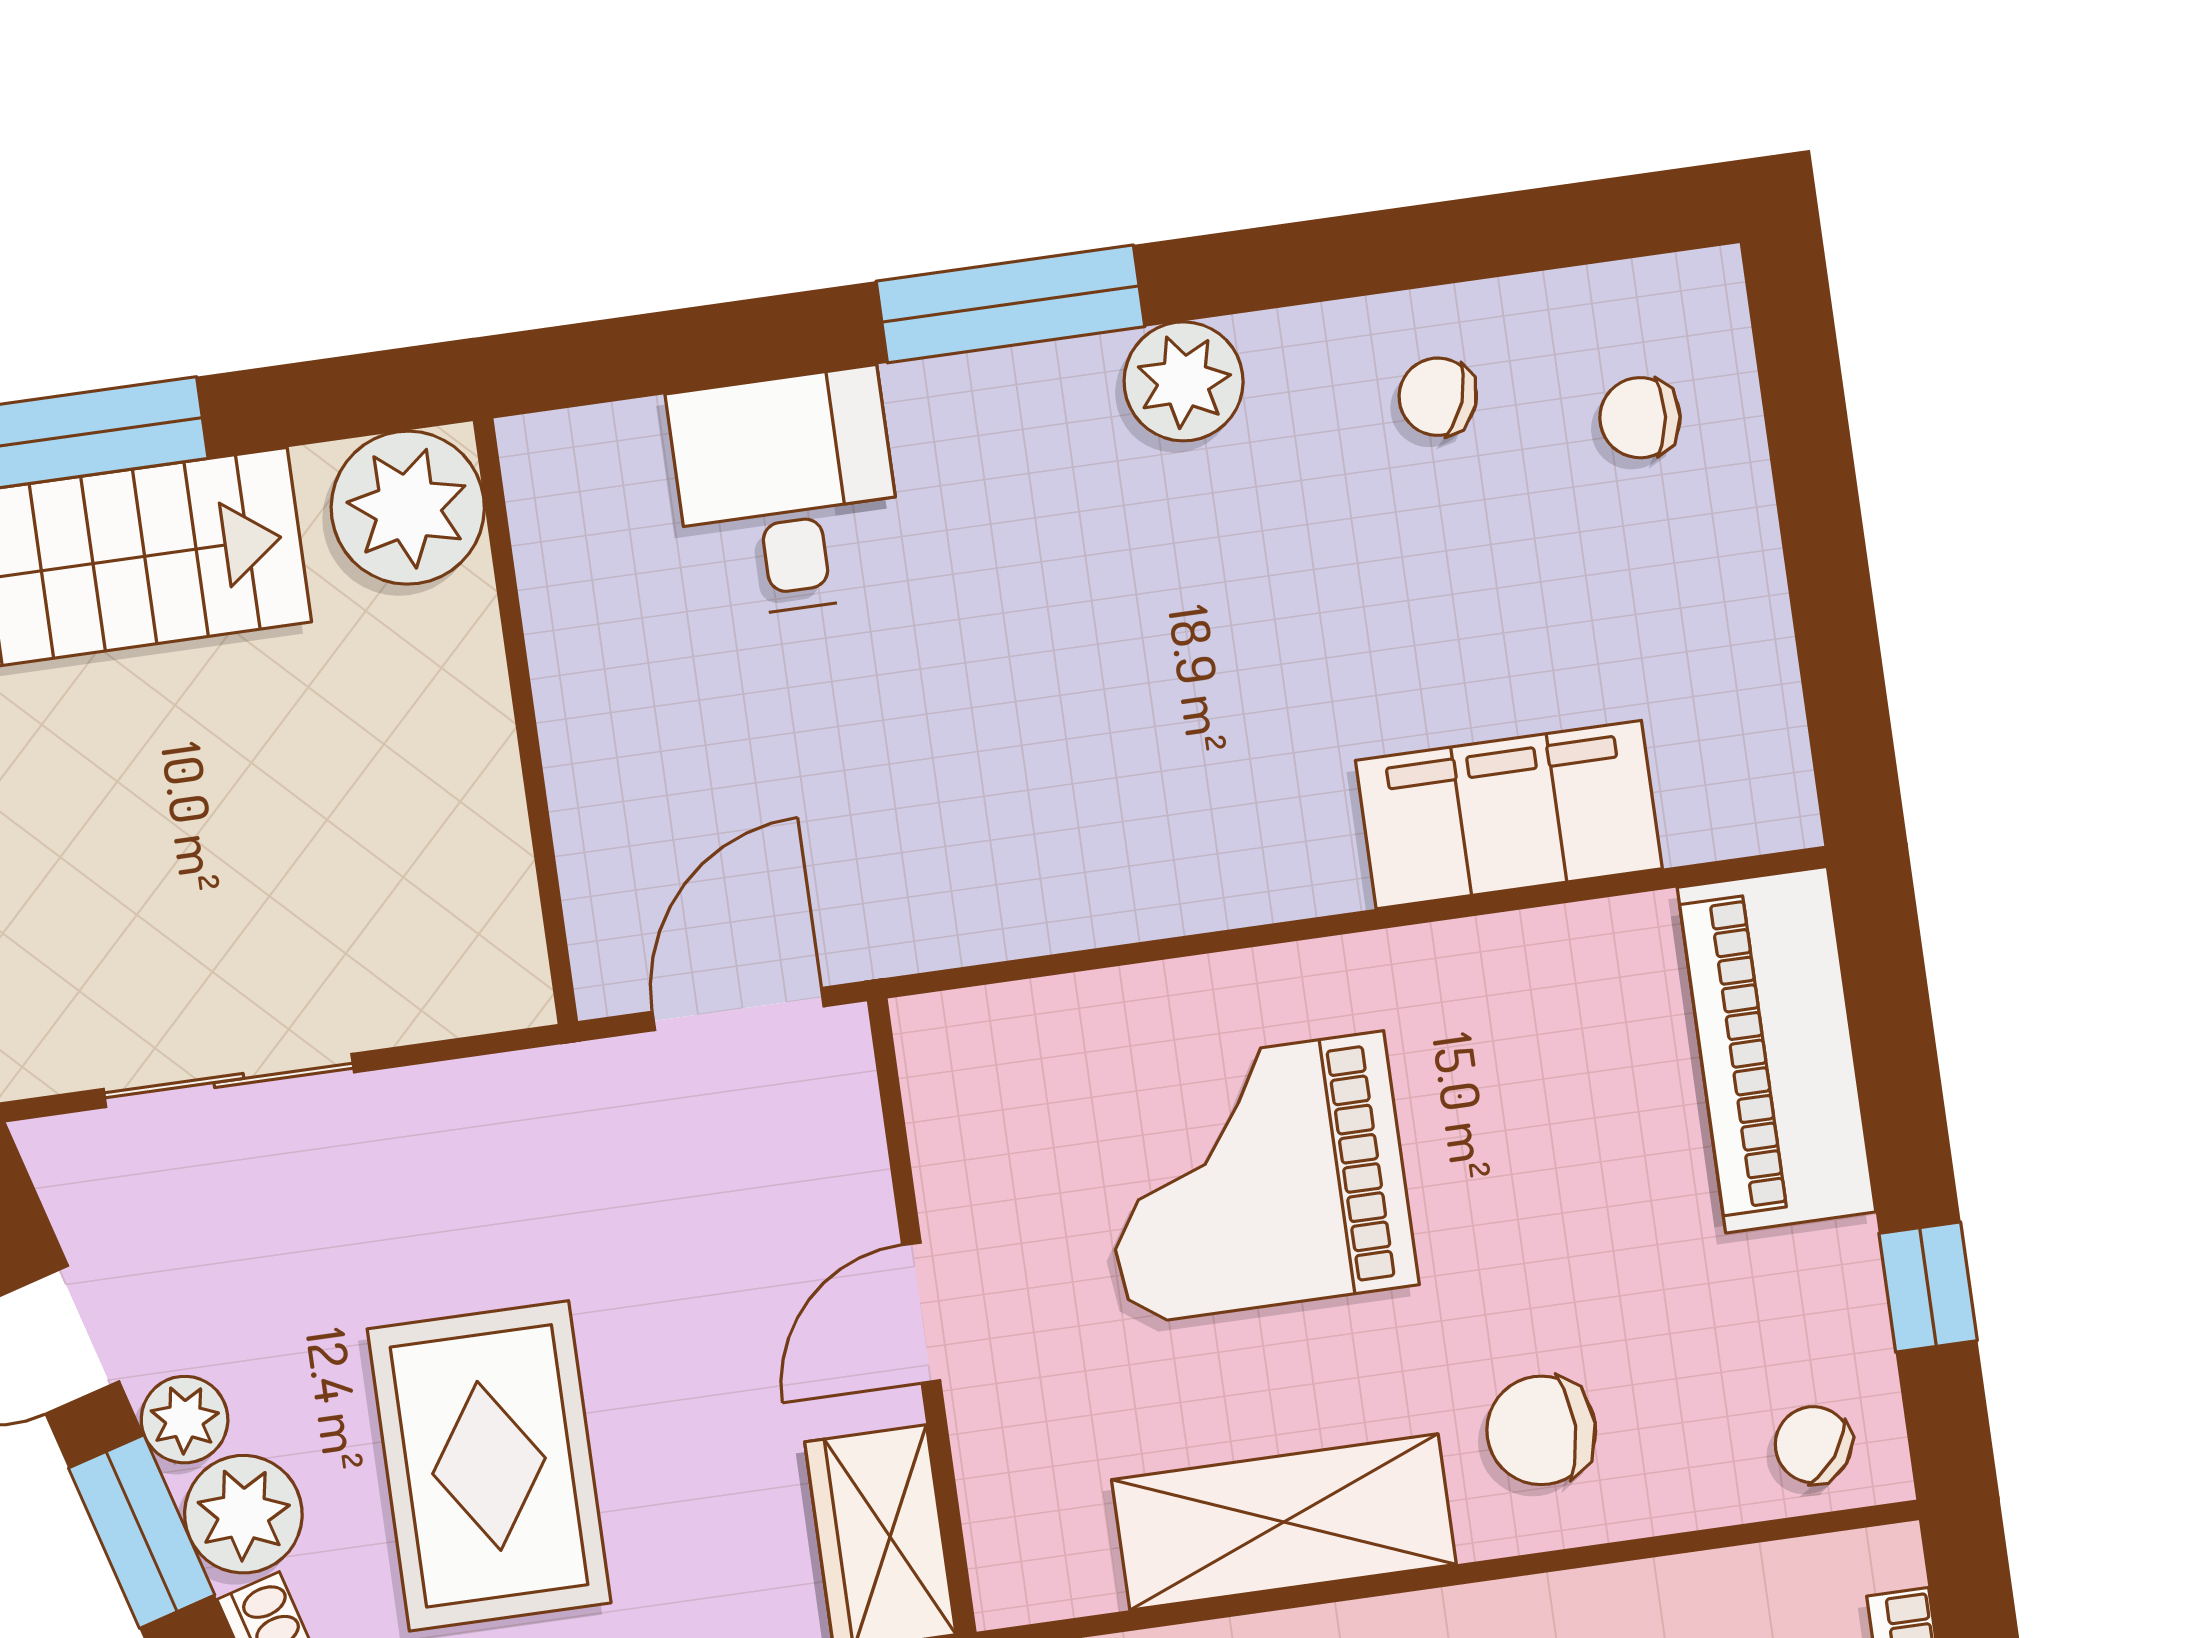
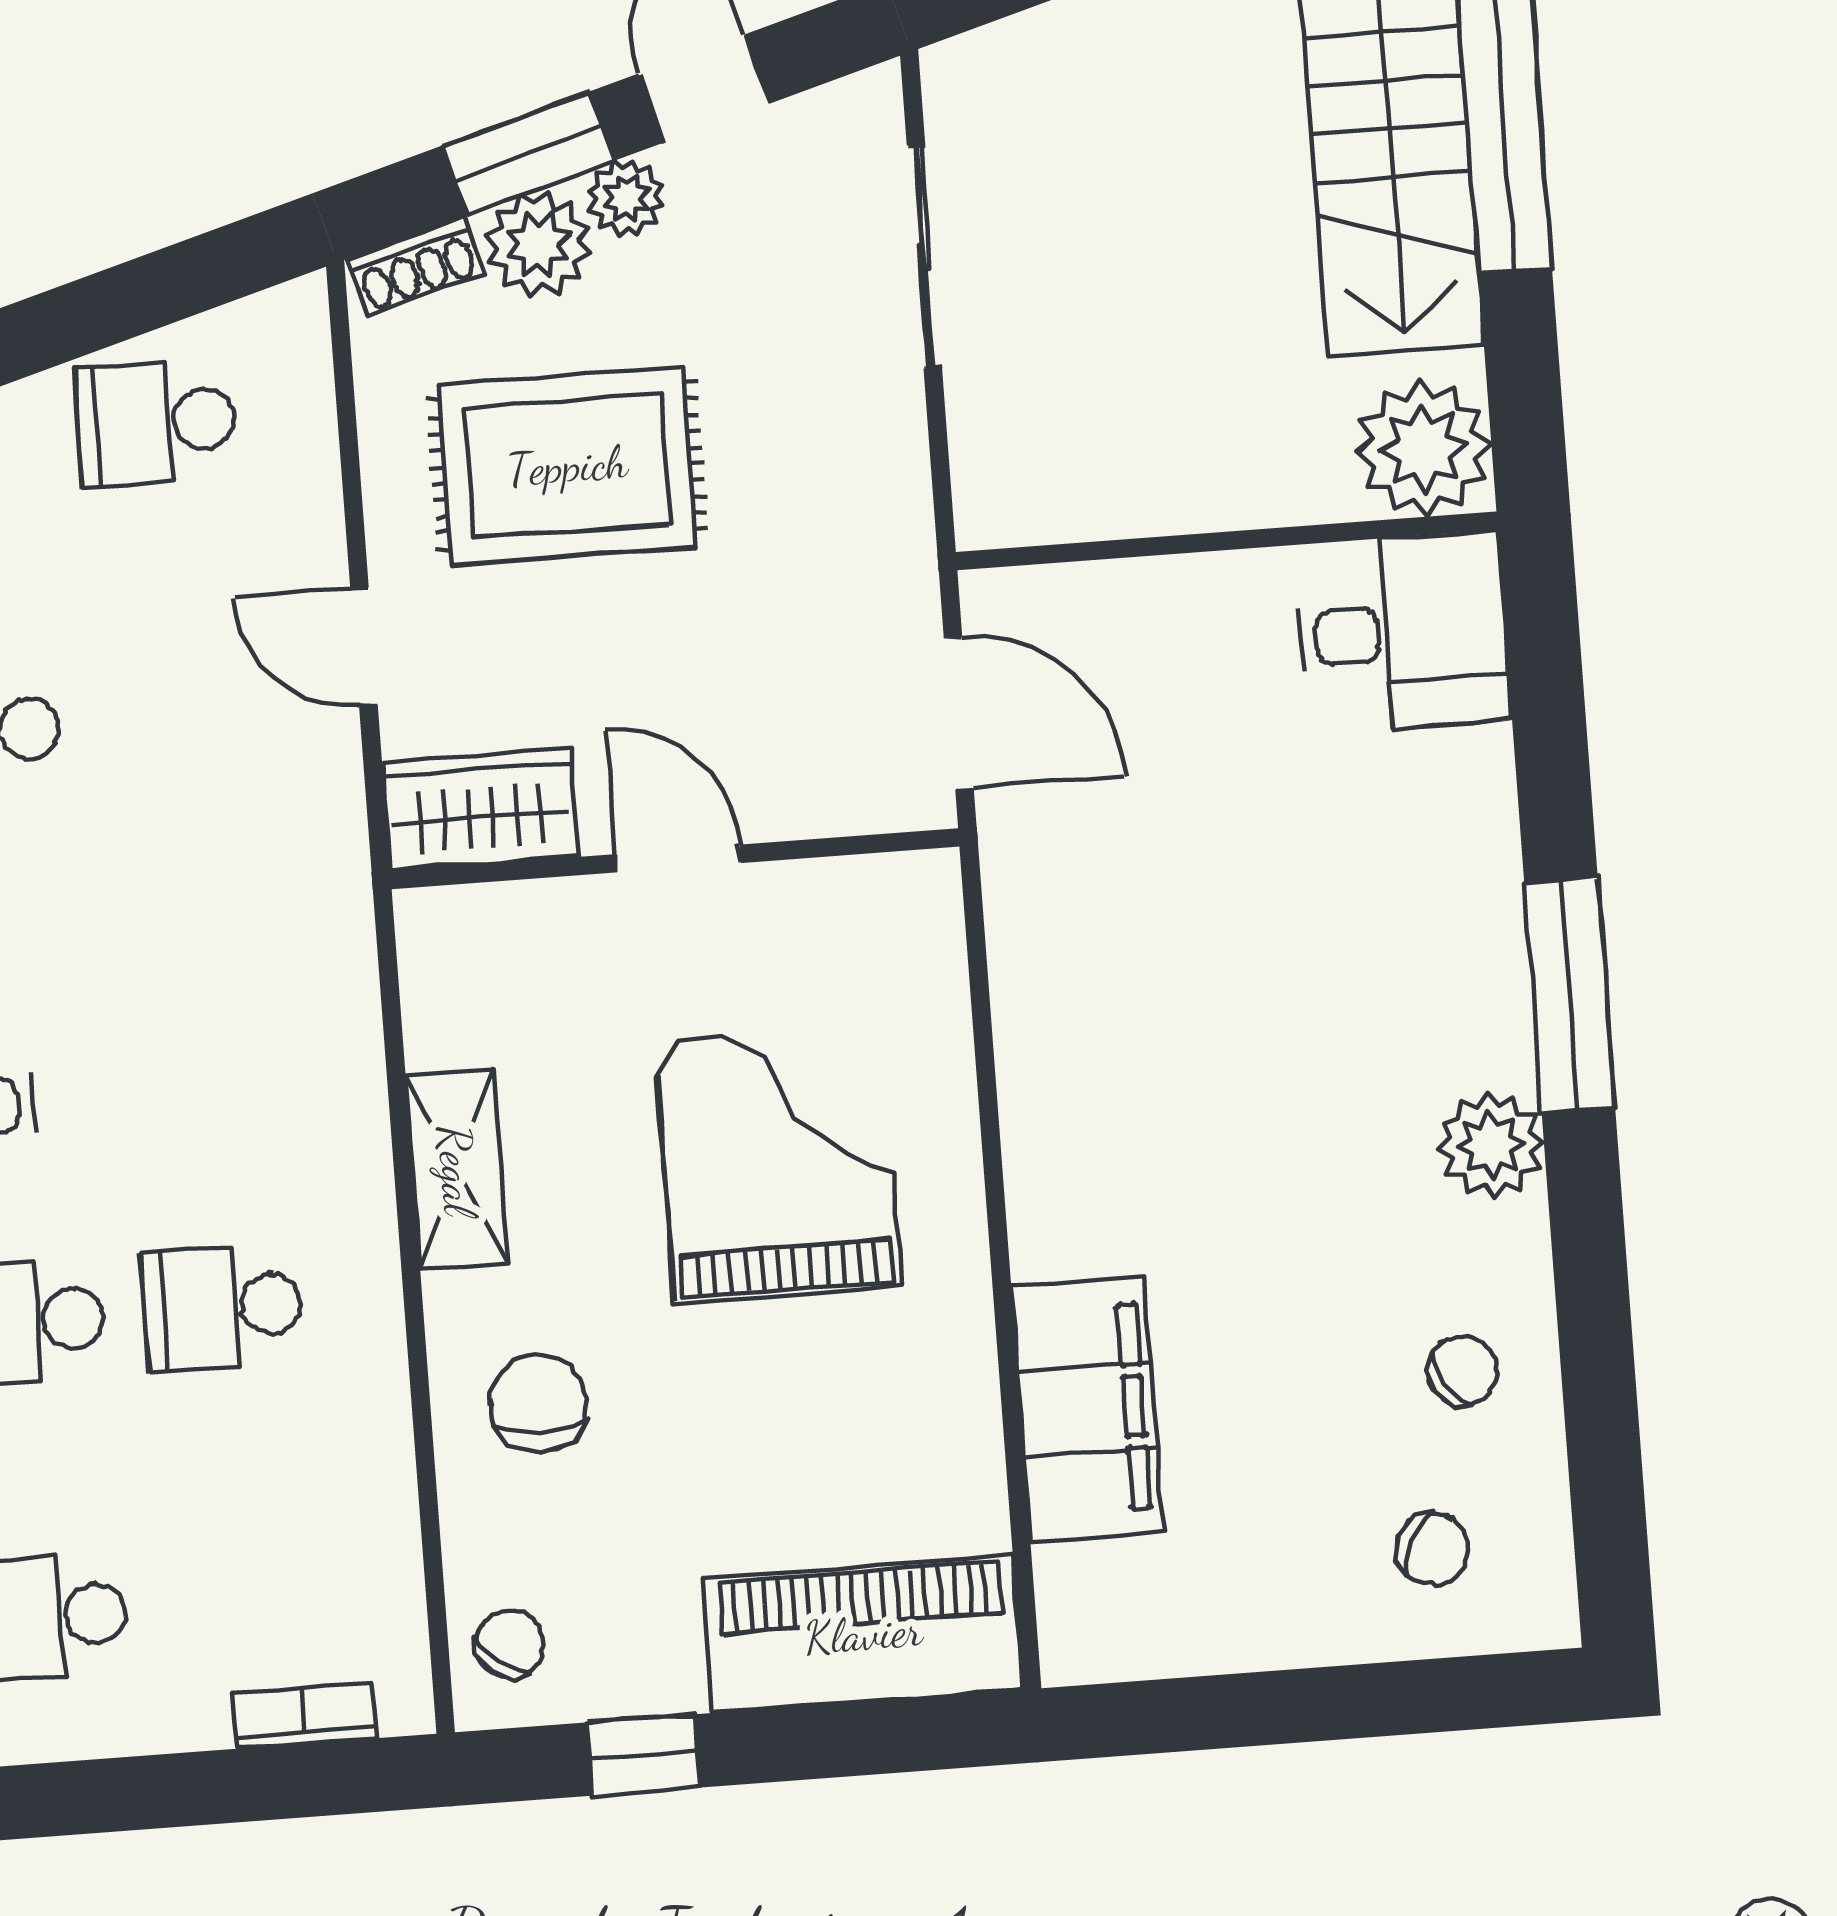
chair: (1438, 397) -> (1463, 1370), turned 37
chair: (1640, 418) -> (1432, 1549), turned 111
desk: (787, 494) -> (1403, 632), moved
shelving: (1284, 1522) -> (457, 1170), width x0.67, depth x0.75

